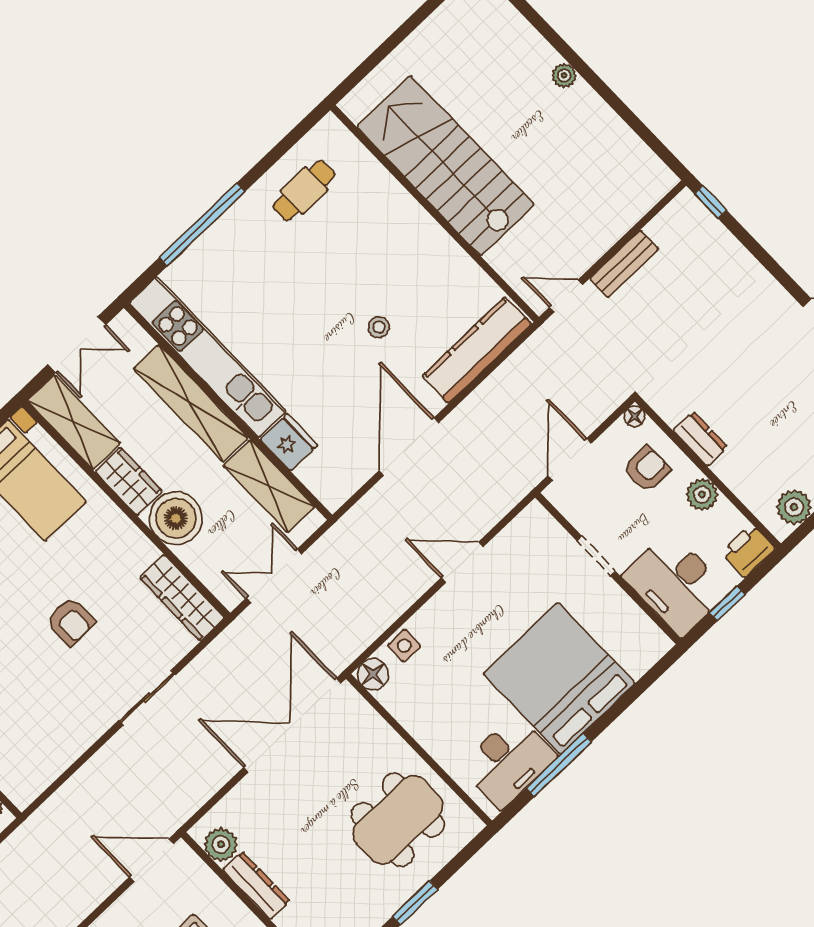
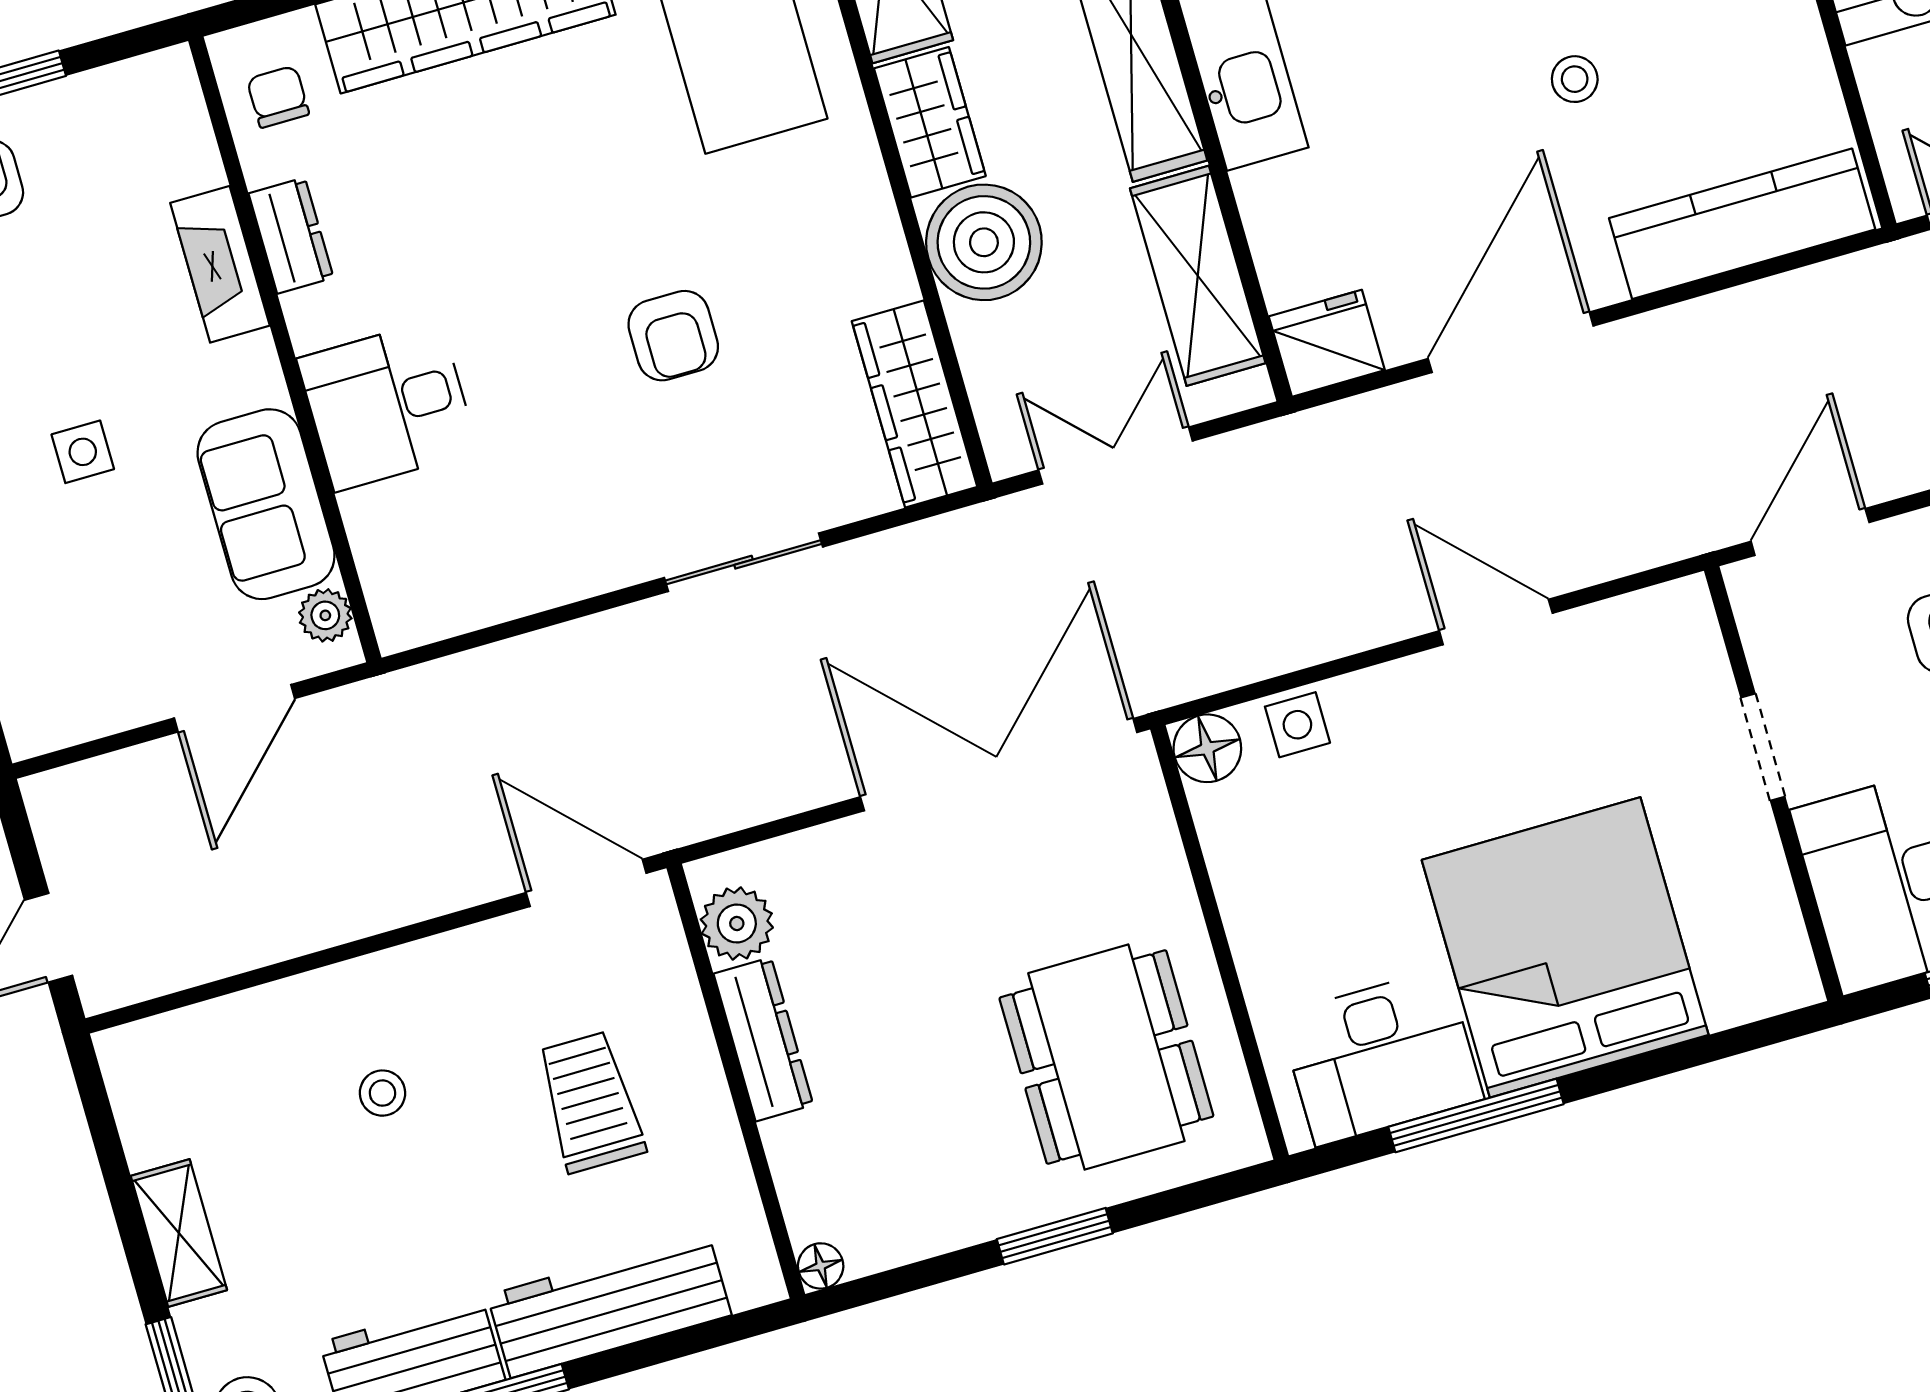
fridge: (289, 442) -> (1327, 343), moved, turned -90
dining table: (398, 820) -> (1106, 1057), turned 90

